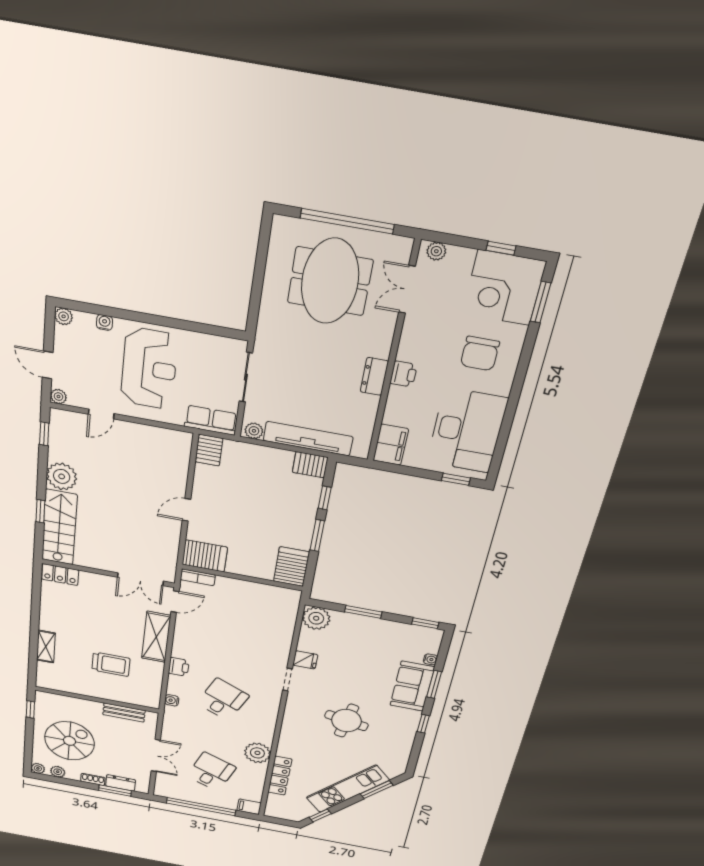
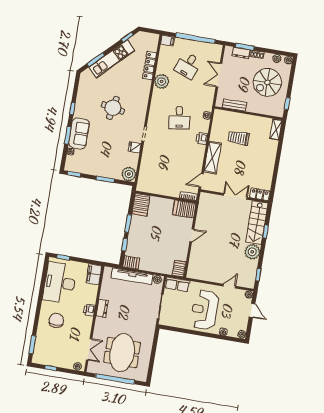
corner desk: (504, 288) -> (48, 351), removed
double door: (140, 579) -> (235, 196), moved
shelving: (46, 647) -> (276, 129), moved
desk: (223, 699) -> (179, 118), turned -33

